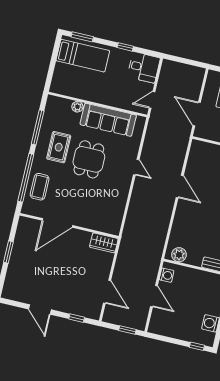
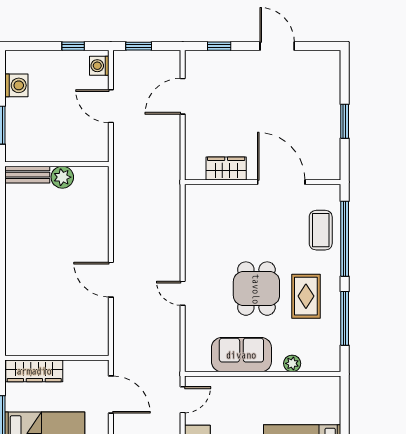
sofa: (108, 120) -> (241, 355), width x0.73
door: (57, 223) -> (281, 182), hinge flipped
wardrobe: (104, 243) -> (226, 168), moved
plant: (179, 255) -> (62, 177), moved
washing machine: (167, 275) -> (99, 66), moved
door: (107, 292) -> (183, 96), hinge flipped
window: (197, 346) -> (73, 46), moved

